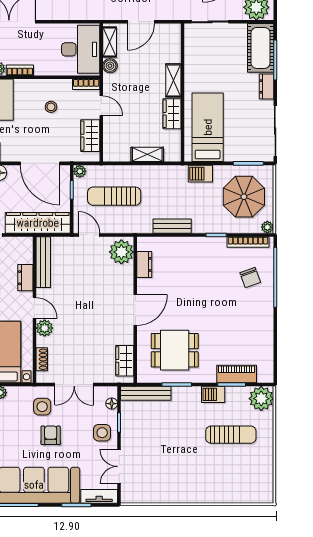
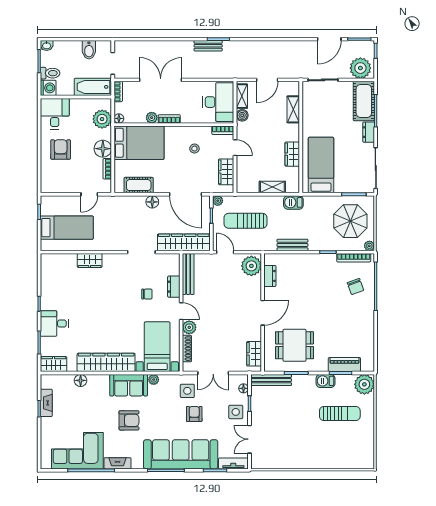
shelving: (173, 80) -> (293, 109), moved
barbecue: (200, 174) -> (293, 202), moved
shoe rack: (42, 359) -> (187, 349), width x1.43

